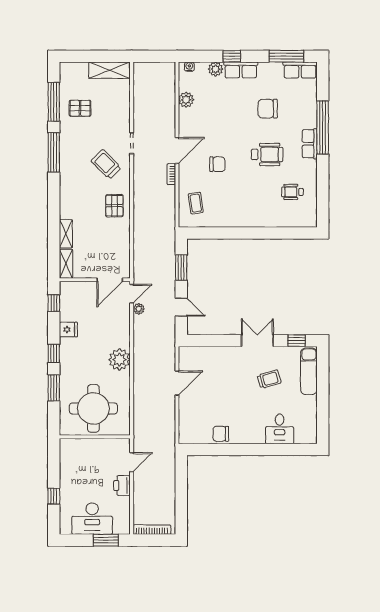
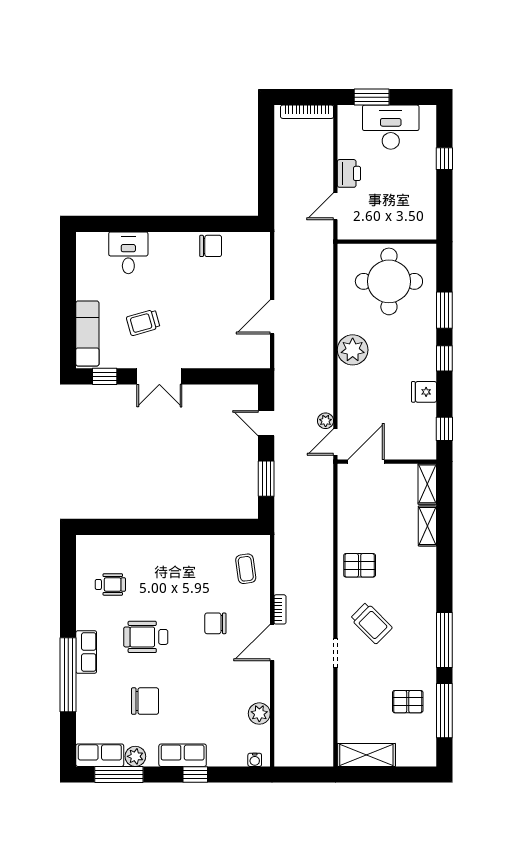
plant: (216, 69) -> (135, 756), moved
pallet: (114, 206) -> (360, 565), turned 90

